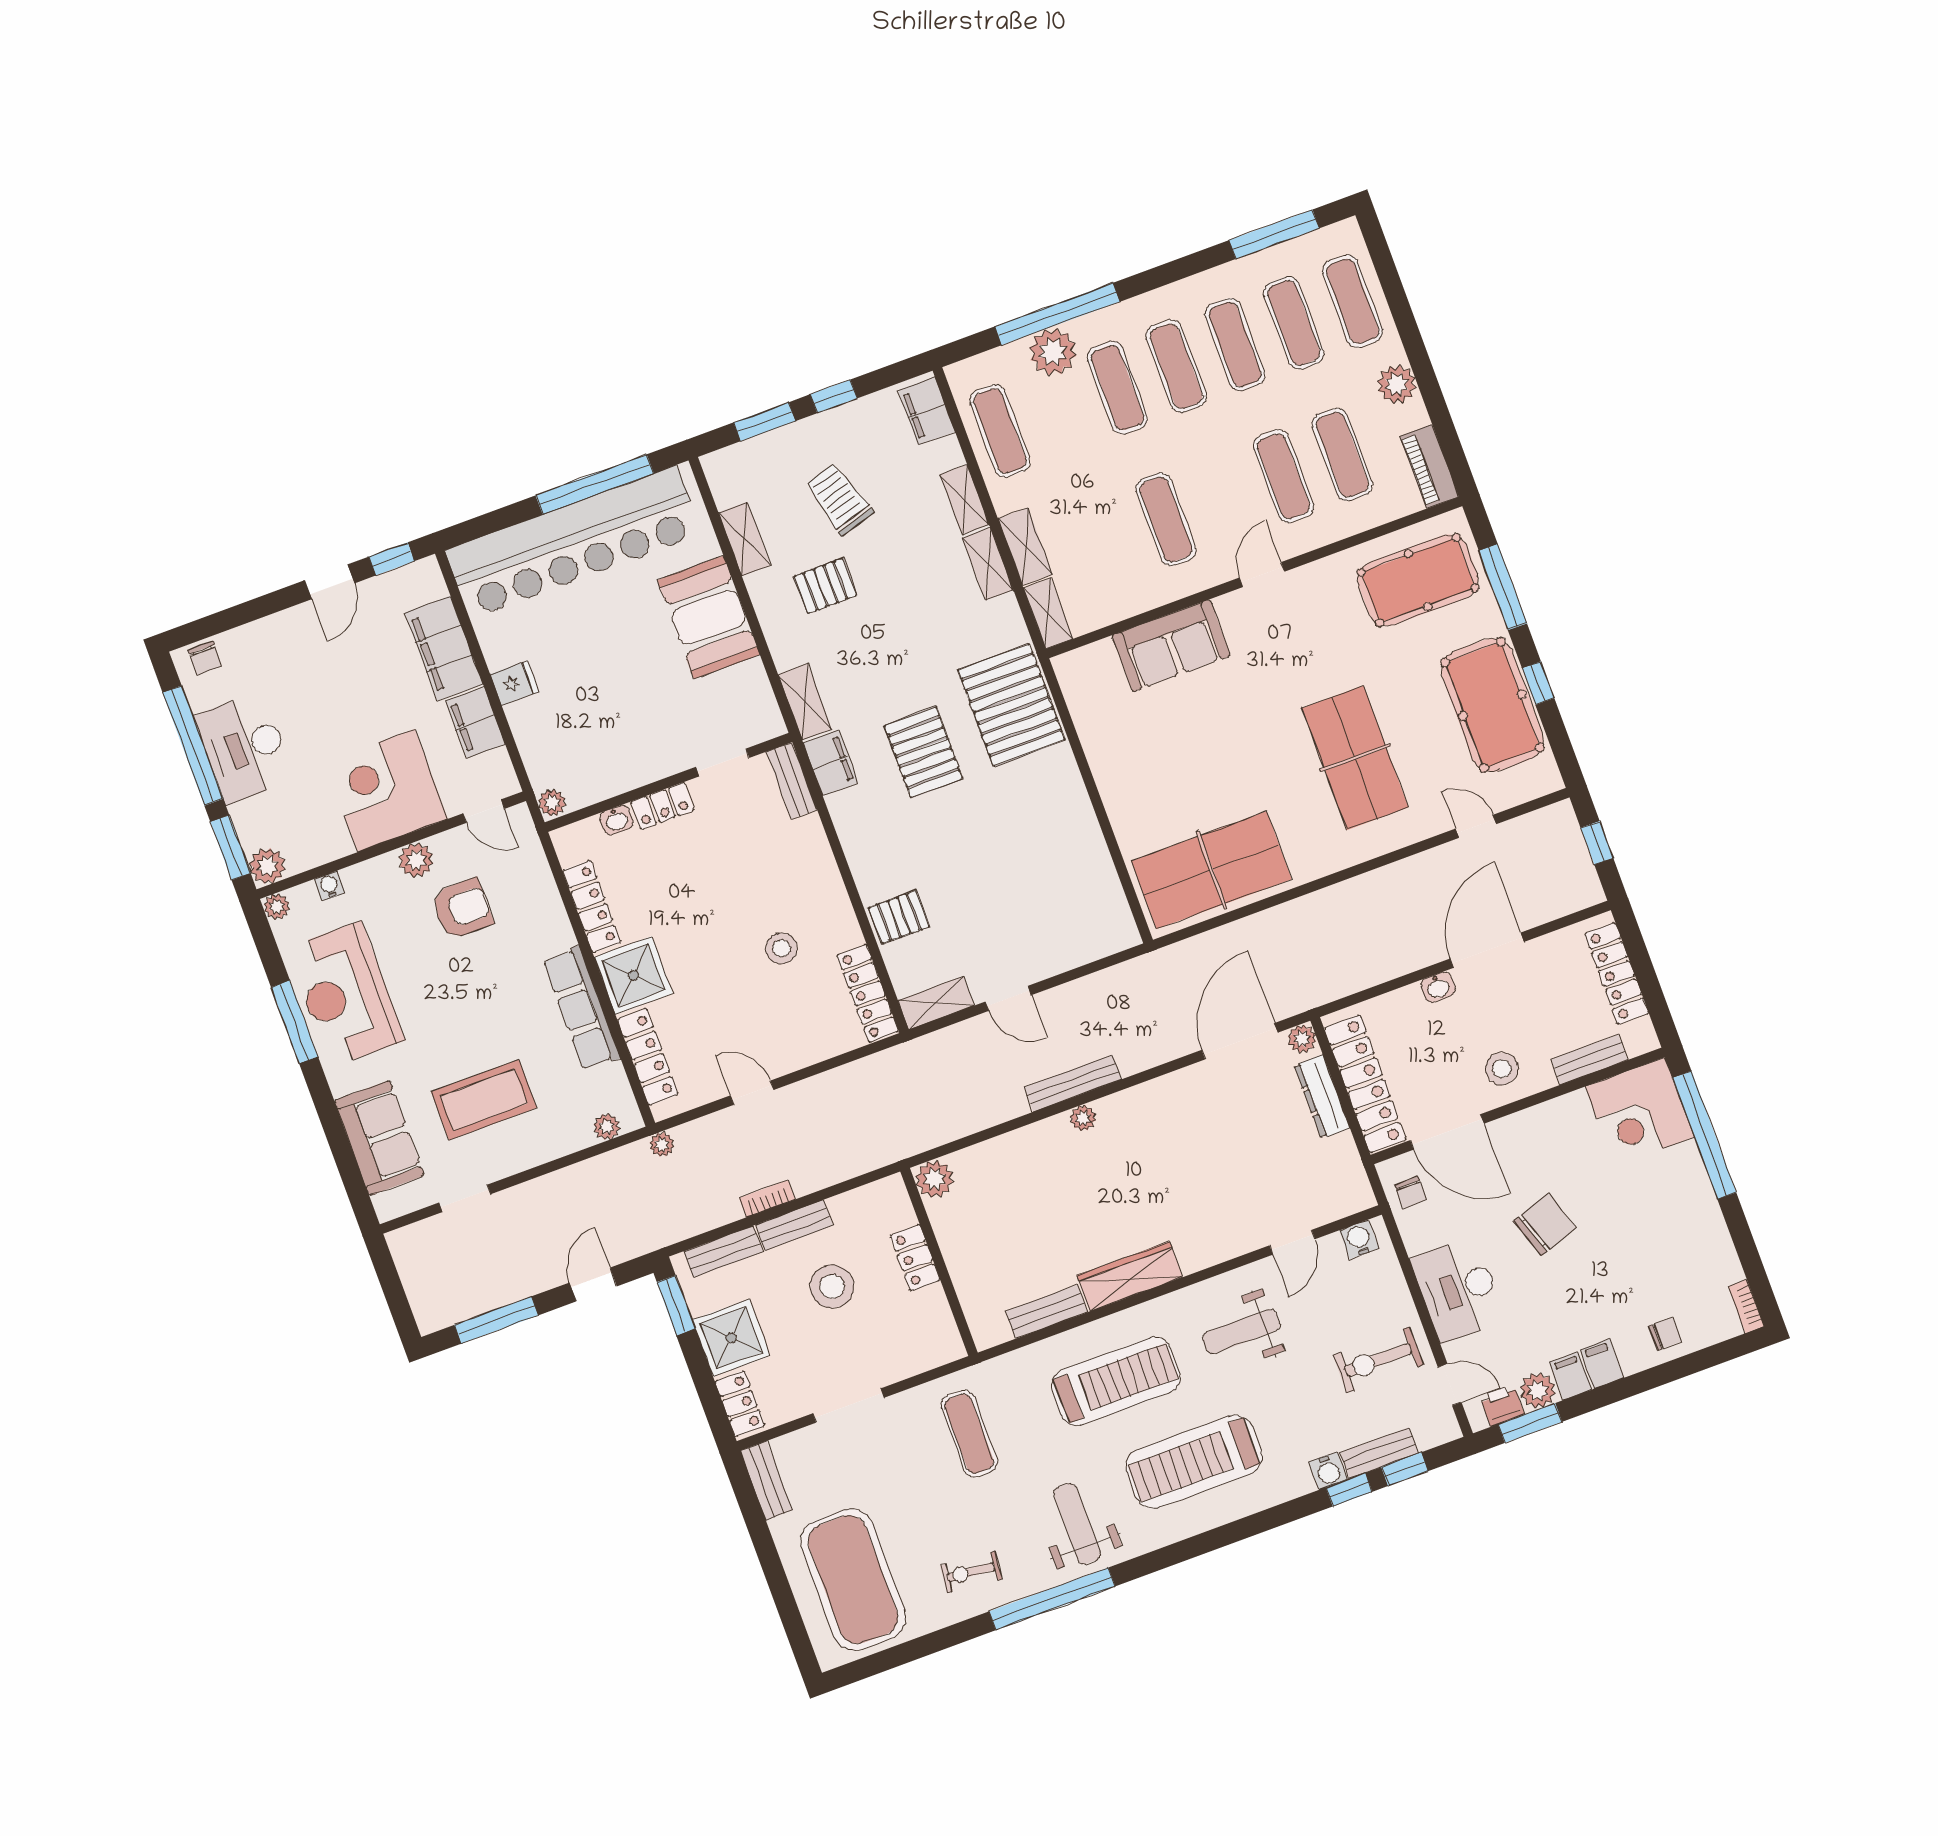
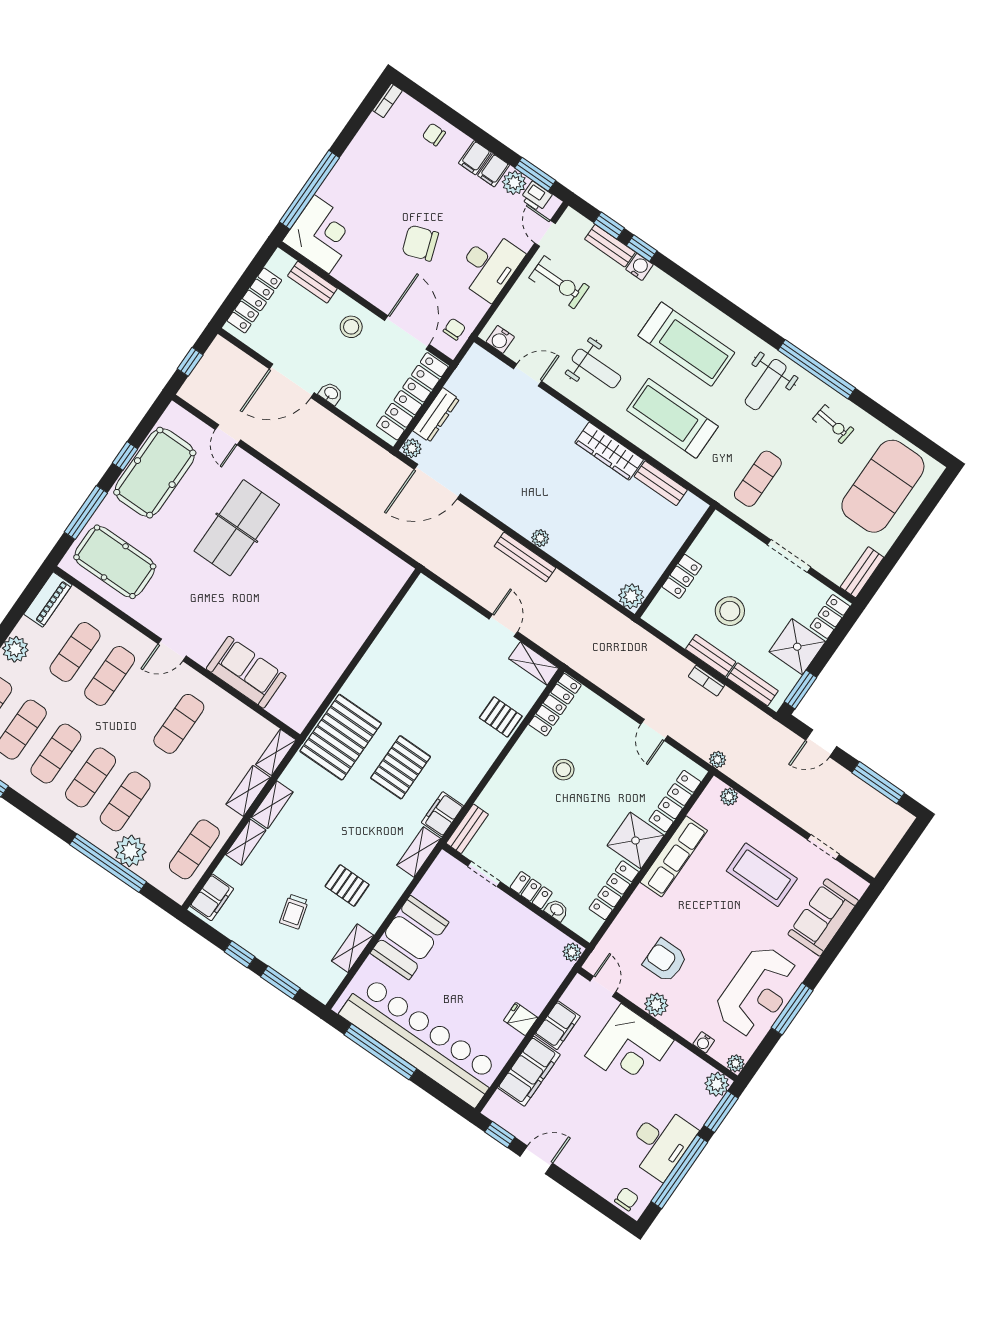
trolley: (839, 499) -> (294, 912), width x0.73, depth x0.72
table tennis table: (1211, 870) -> (354, 563), removed

